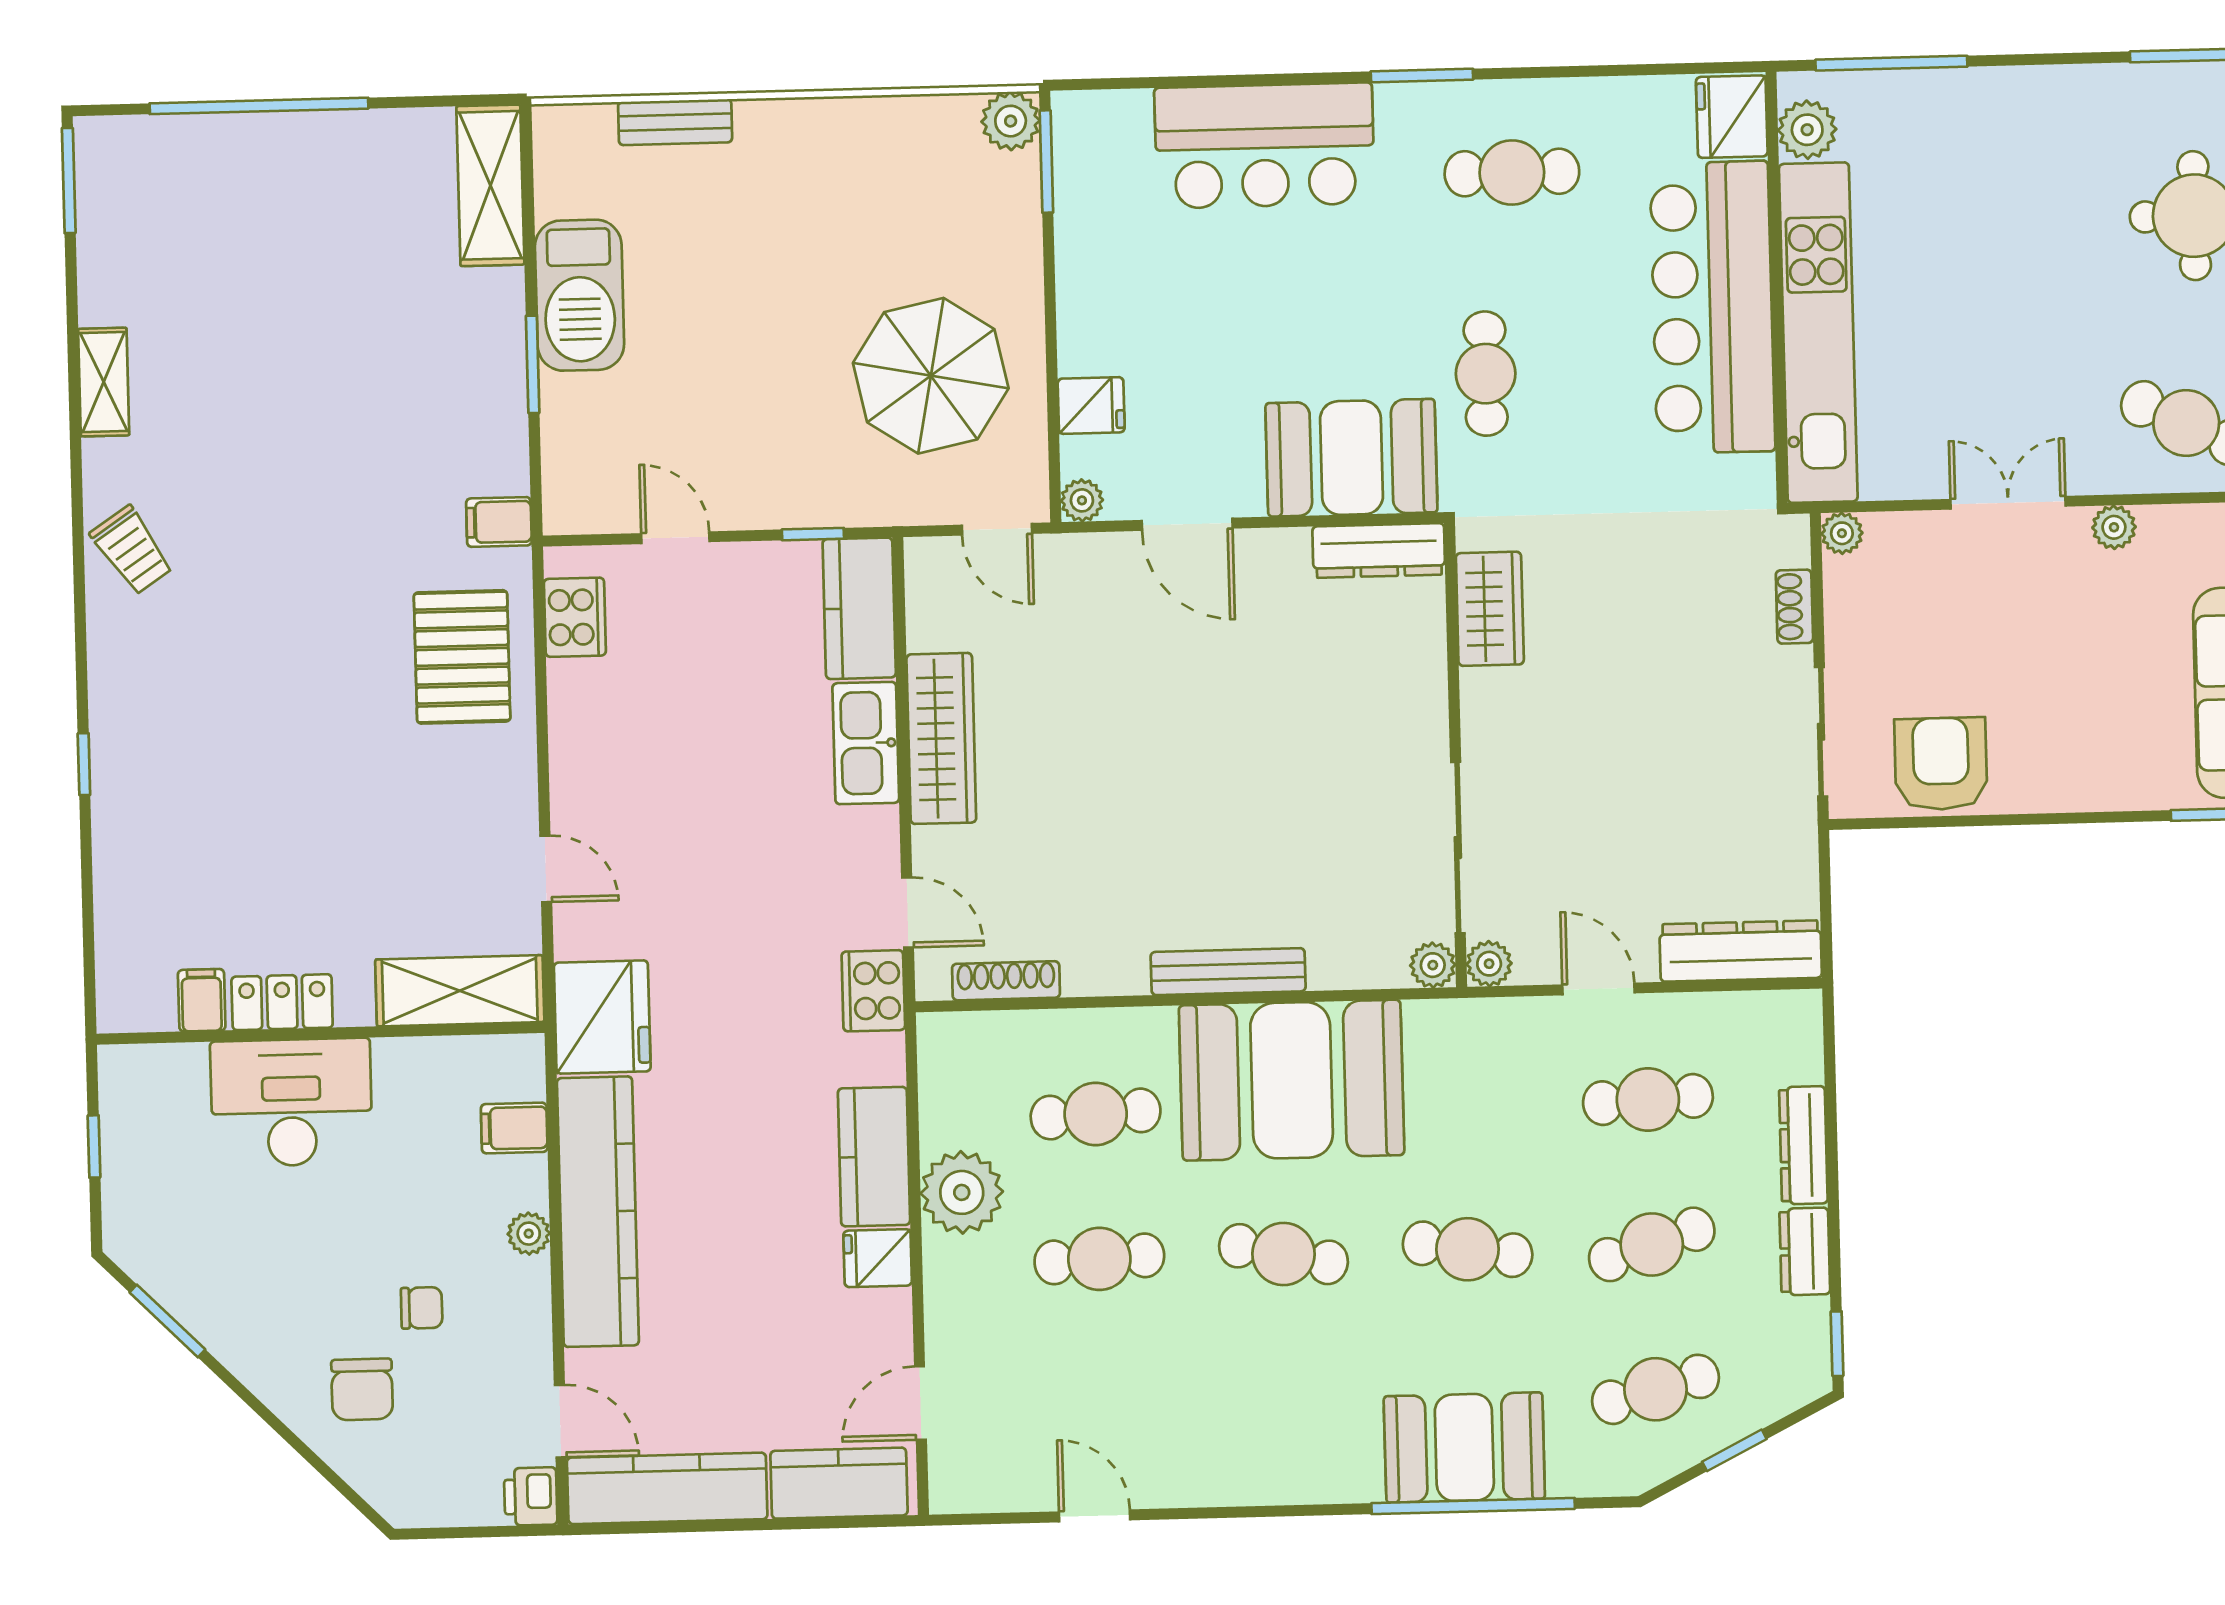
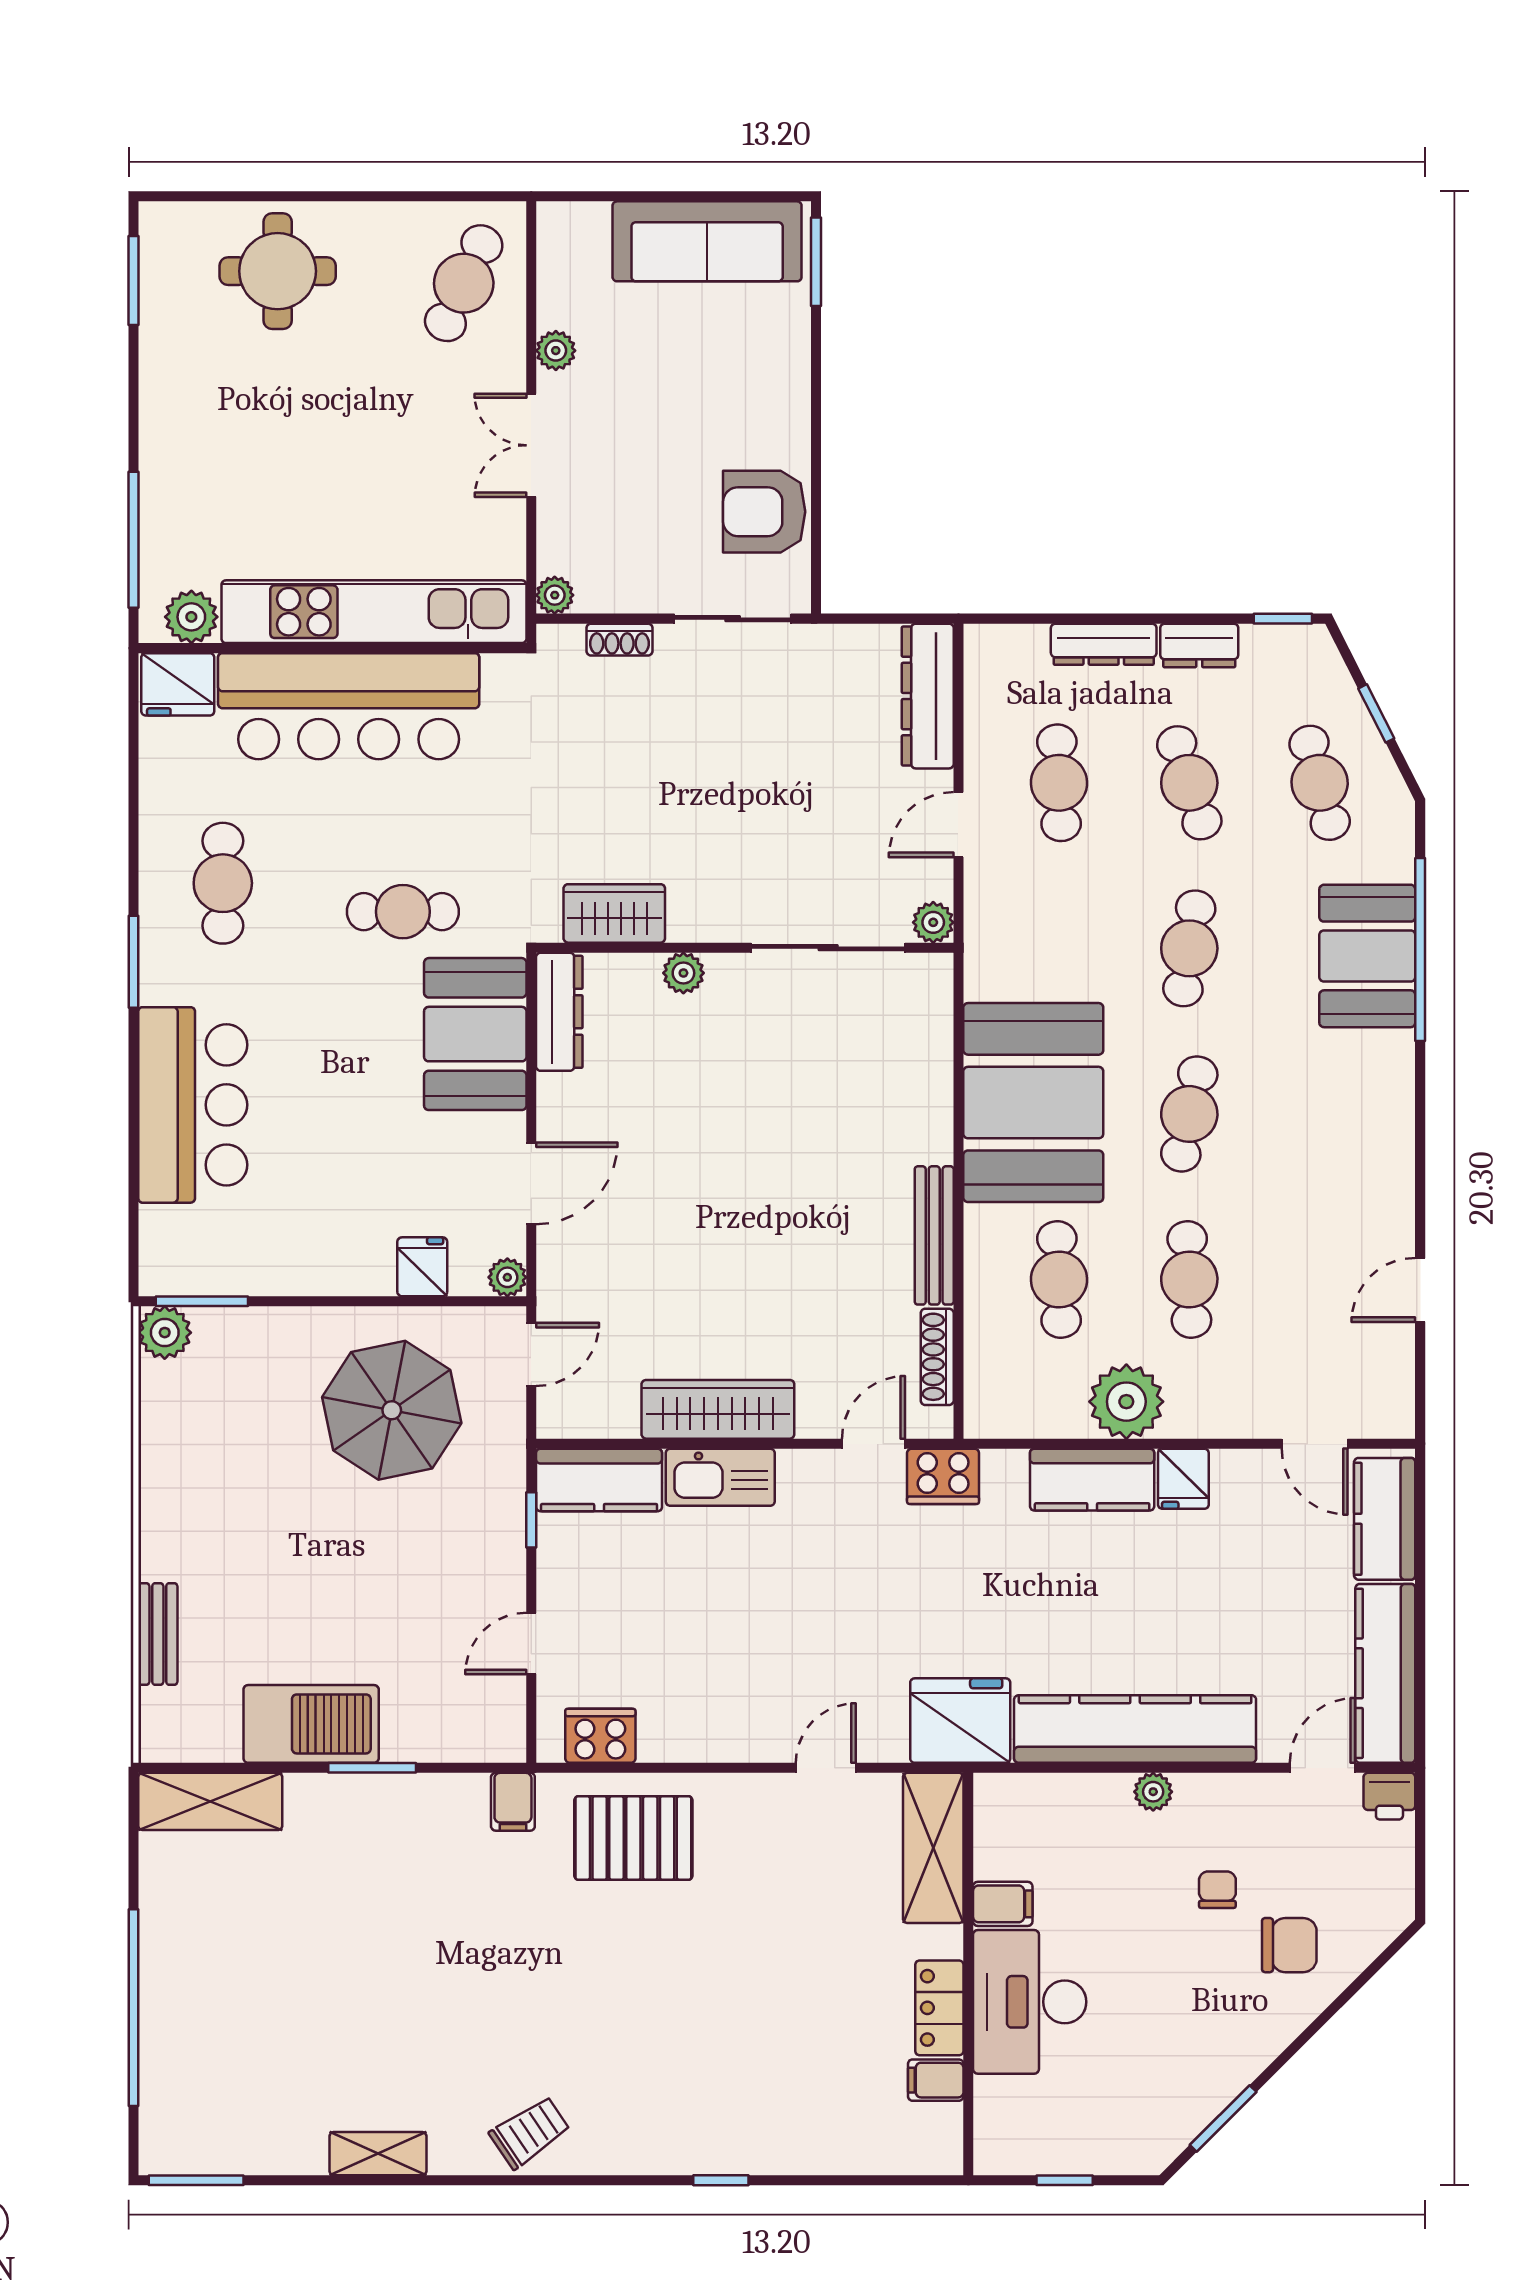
plant: (1433, 965) -> (683, 973), moved
bench: (1228, 972) -> (934, 1235), moved
filing cabinet: (514, 1128) -> (1003, 1904), moved, turned -90

